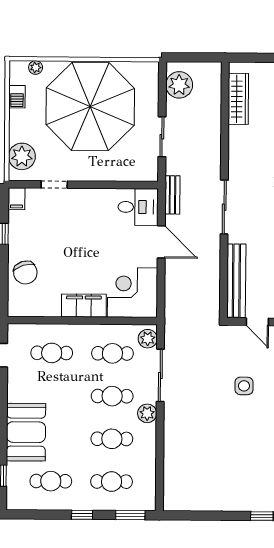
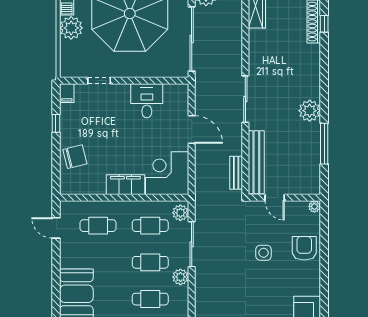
sliding door: (162, 137) -> (192, 39), width x1.86
plant: (22, 156) -> (71, 28), moved
bench: (172, 195) -> (236, 173), moved
desk: (138, 207) -> (147, 101), moved, turned -90
chair: (25, 273) -> (75, 157), turned -87

